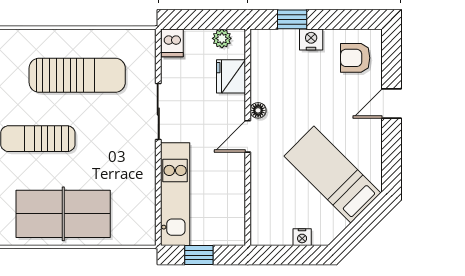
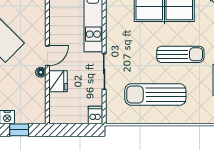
plant: (222, 38) -> (64, 118), removed
fridge: (231, 76) -> (58, 81), moved

